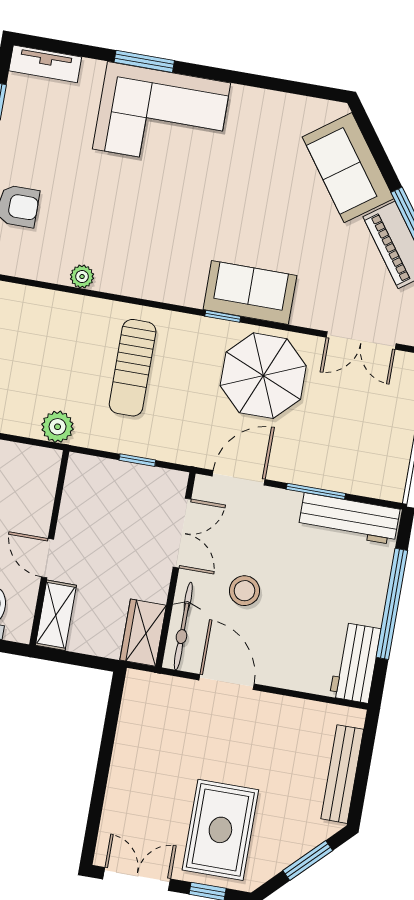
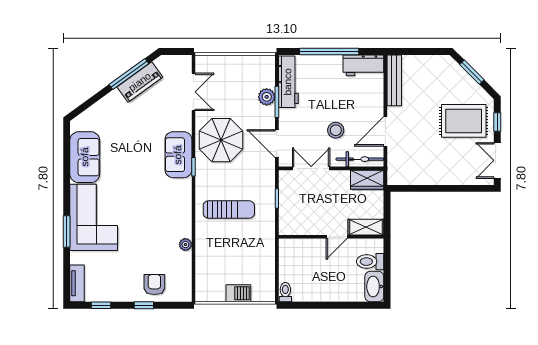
sofa: (348, 168) -> (85, 157), moved, turned -54
plant: (58, 427) -> (267, 97), moved
bench: (342, 774) -> (394, 80), moved, turned 90

